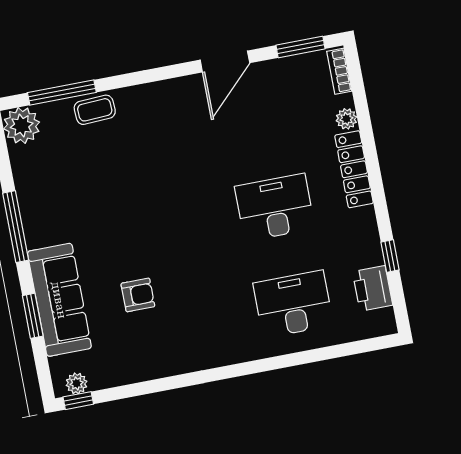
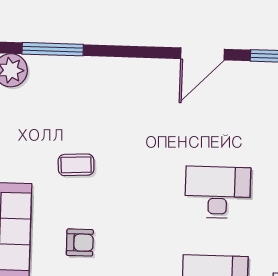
coffee table: (95, 110) -> (76, 165), moved

